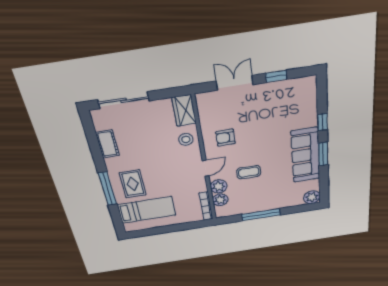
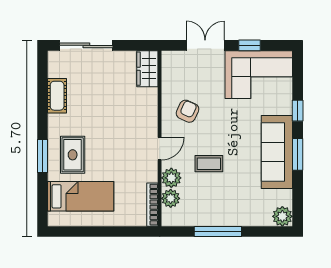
corner sofa: (286, 99) -> (259, 75), added
armchair: (225, 138) -> (187, 111), turned 115
stool: (186, 139) -> (143, 106), removed
window: (108, 189) -> (42, 156), width x0.69

